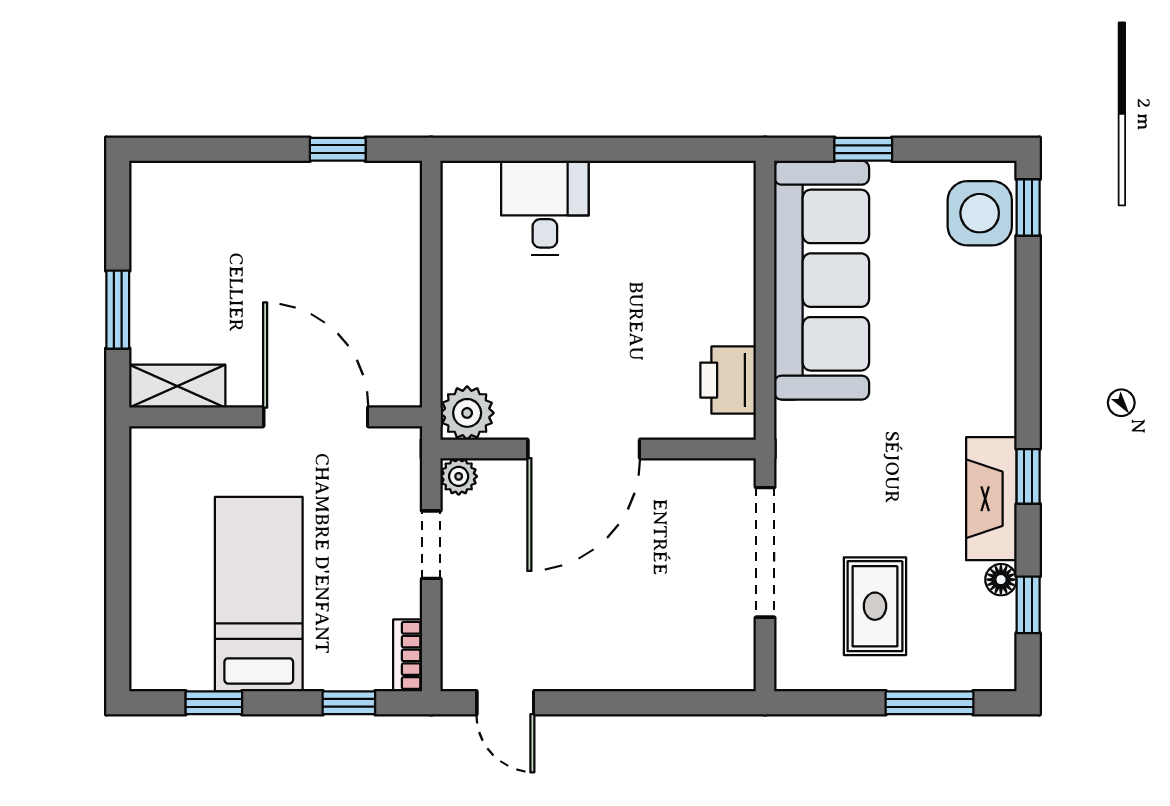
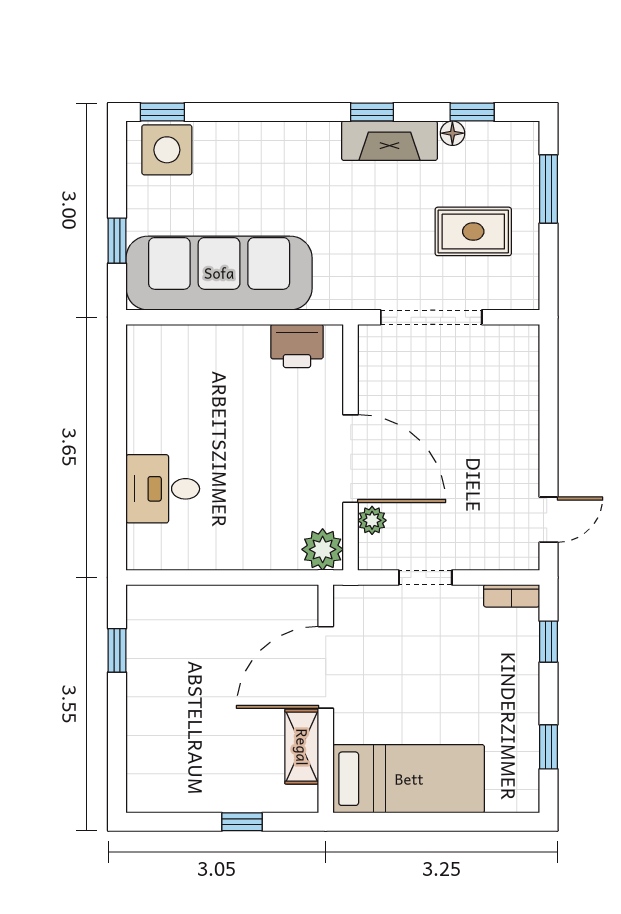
window: (118, 310) -> (242, 822), width x0.67
shelving: (177, 386) -> (302, 747), moved
plant: (459, 476) -> (372, 520), moved
bed: (259, 594) -> (409, 779), moved, turned 180

